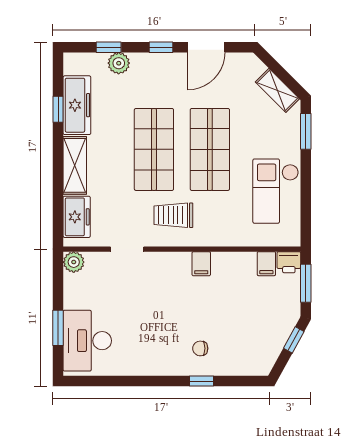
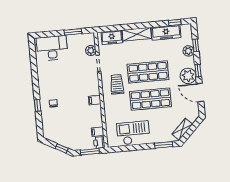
plant: (170, 68) -> (188, 76), added
window: (58, 109) -> (175, 22), moved
plant: (74, 262) -> (91, 50), moved
window: (58, 328) -> (73, 32), moved

